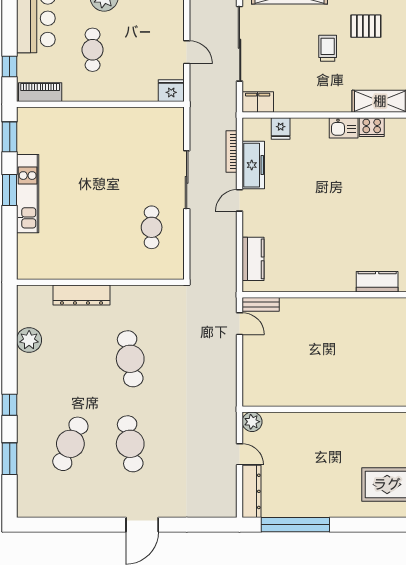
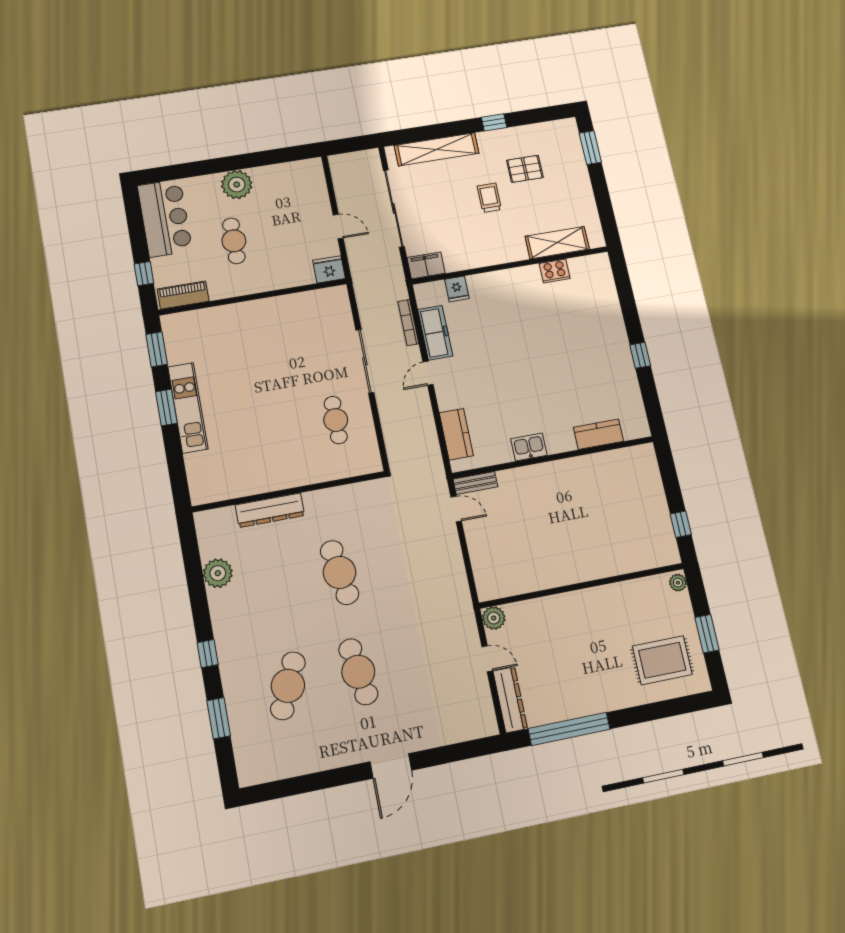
kitchen sink: (344, 128) -> (529, 447), moved, turned 180

